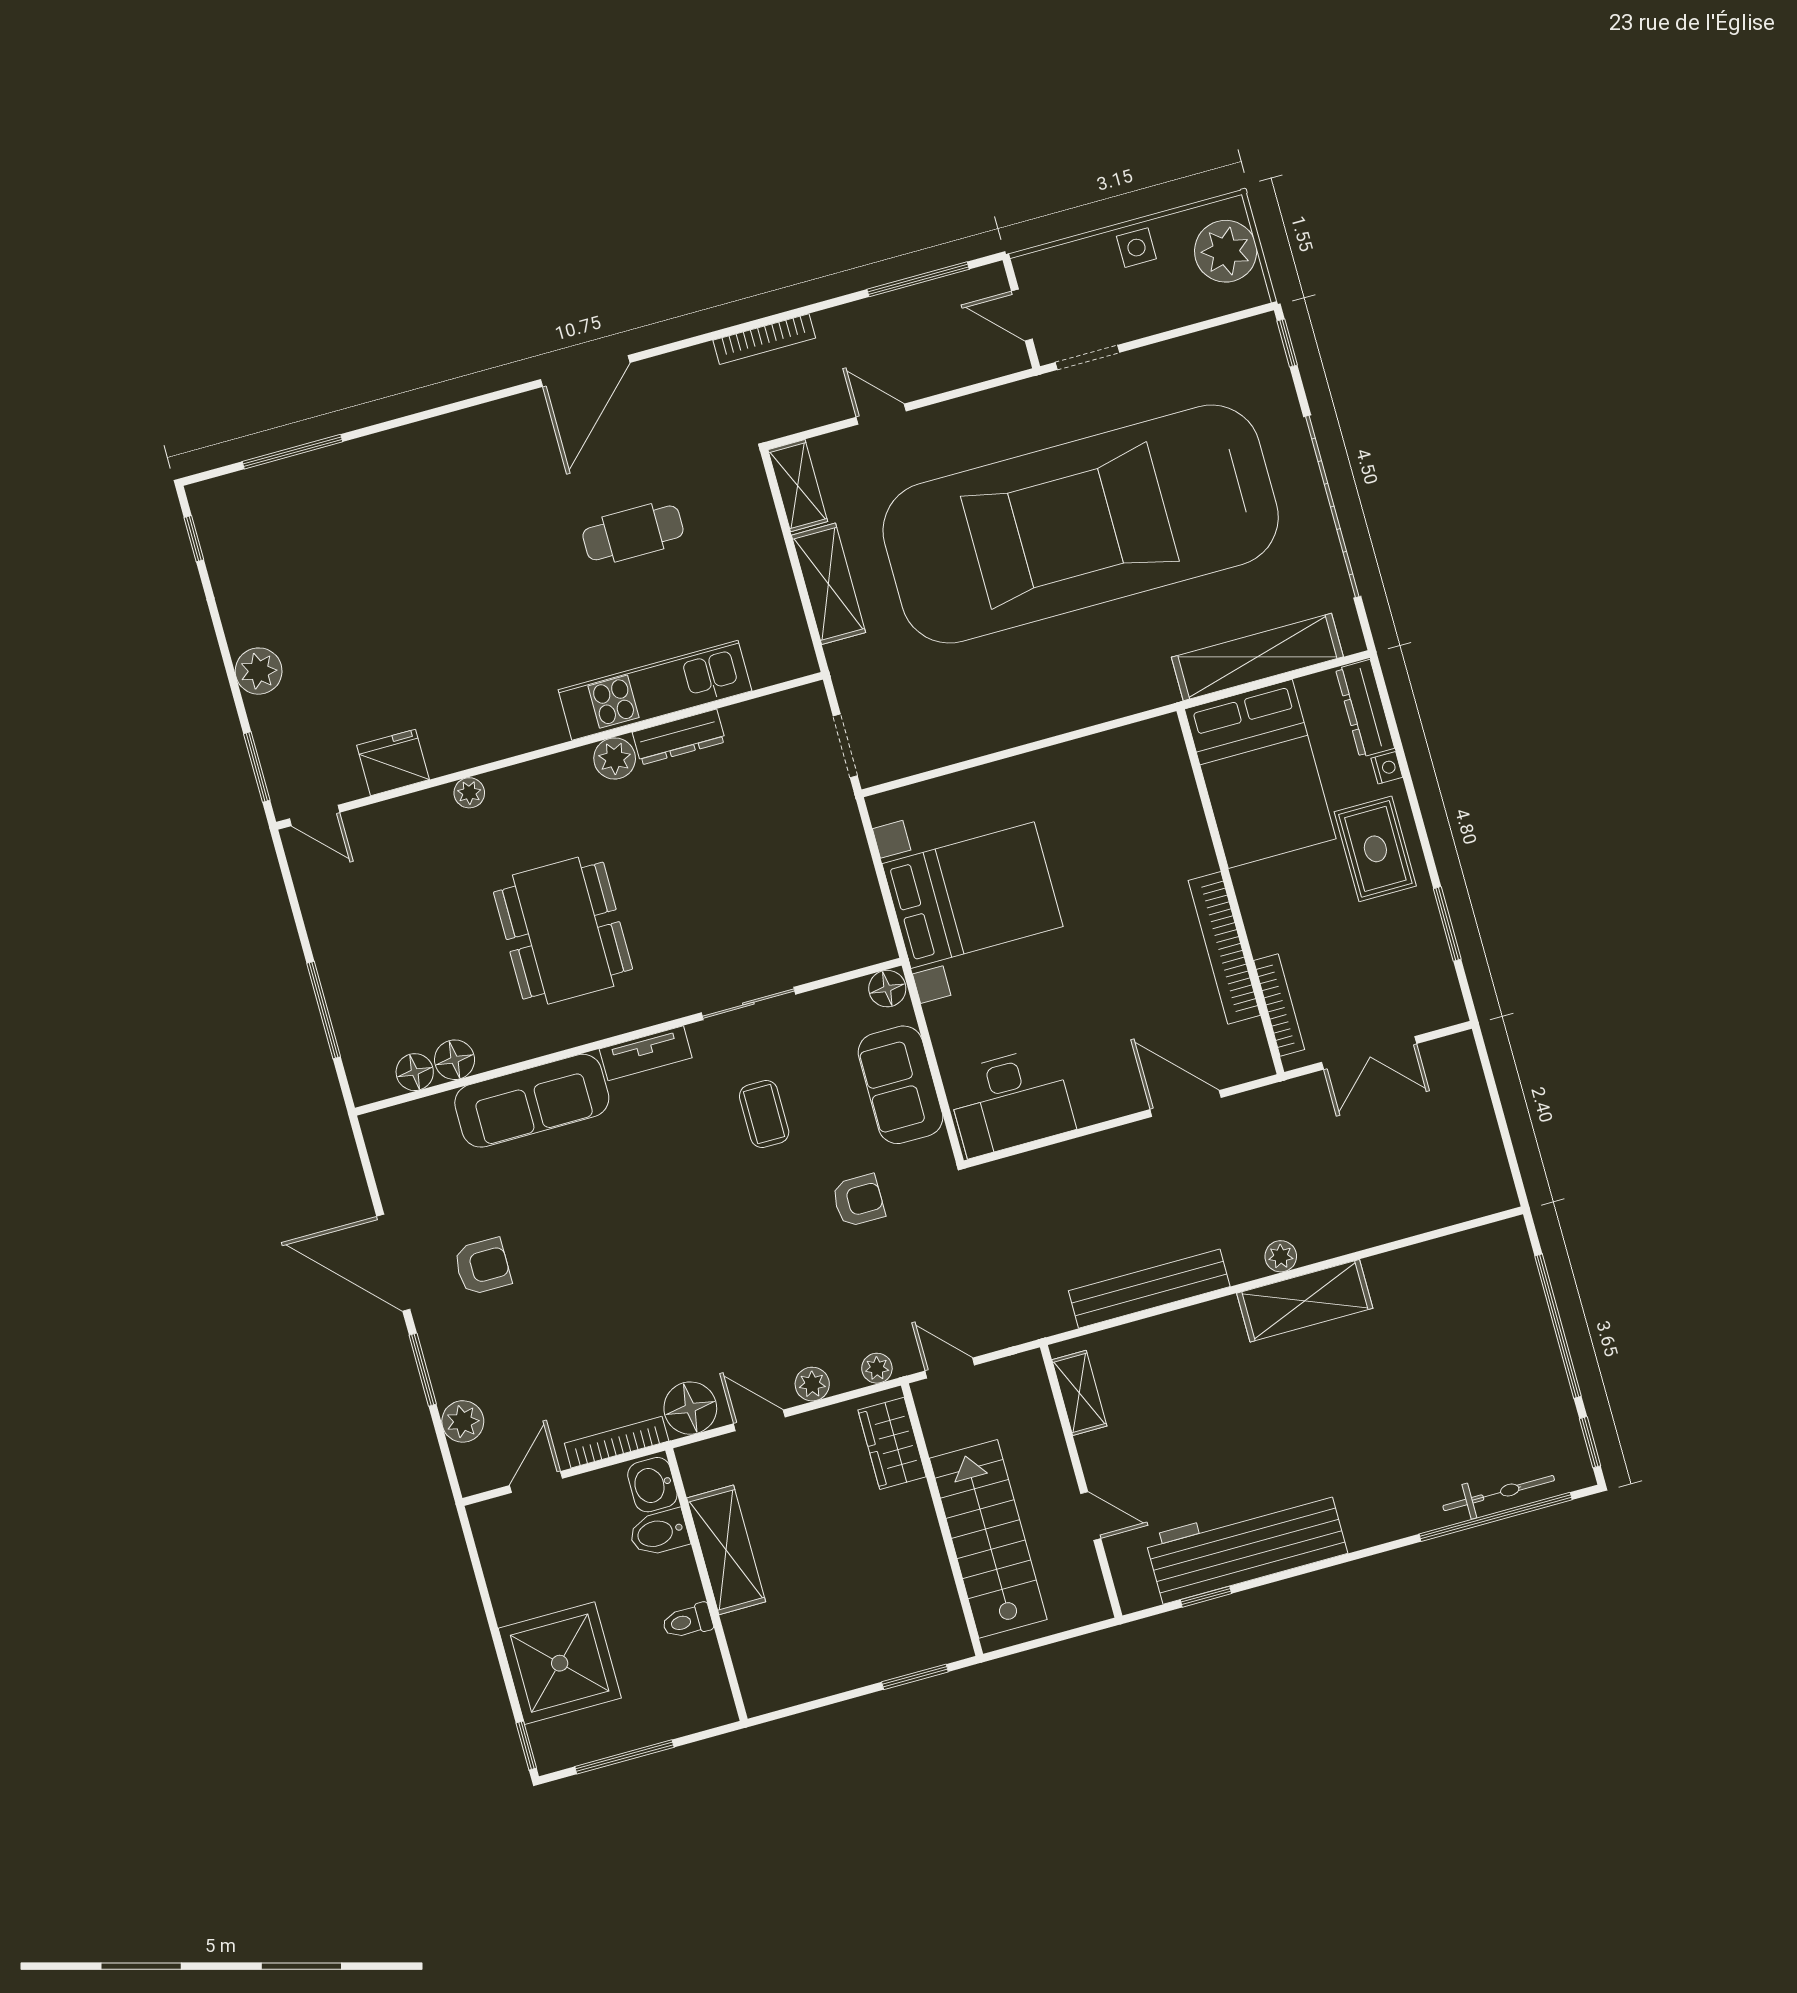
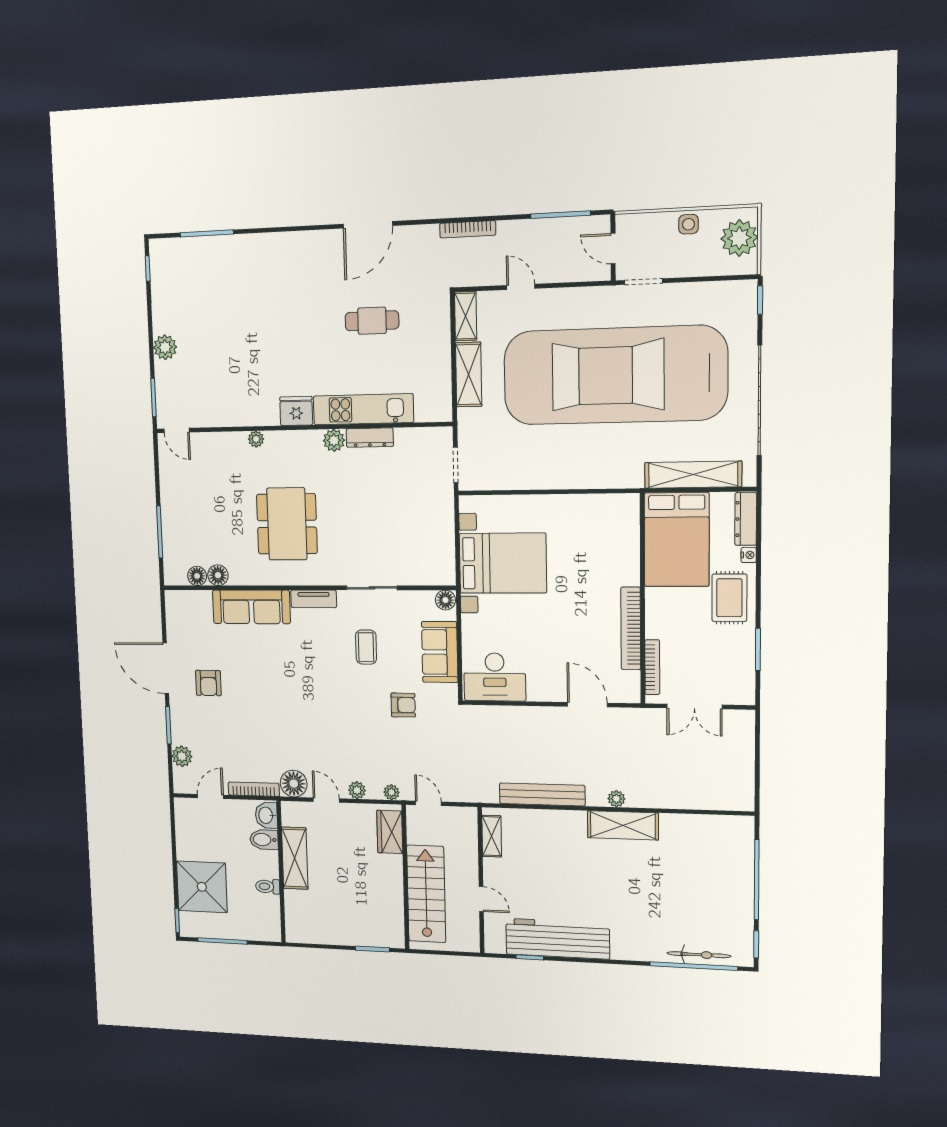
fridge: (393, 762) -> (296, 411), moved
armchair: (482, 1266) -> (208, 683), turned 90

